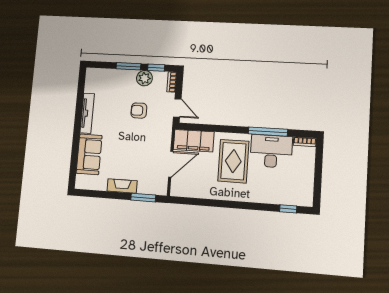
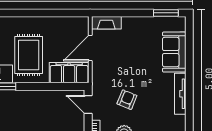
armchair: (139, 111) -> (127, 100), turned -68
fireplace: (122, 186) -> (106, 23), moved
window: (143, 198) -> (166, 13), moved

